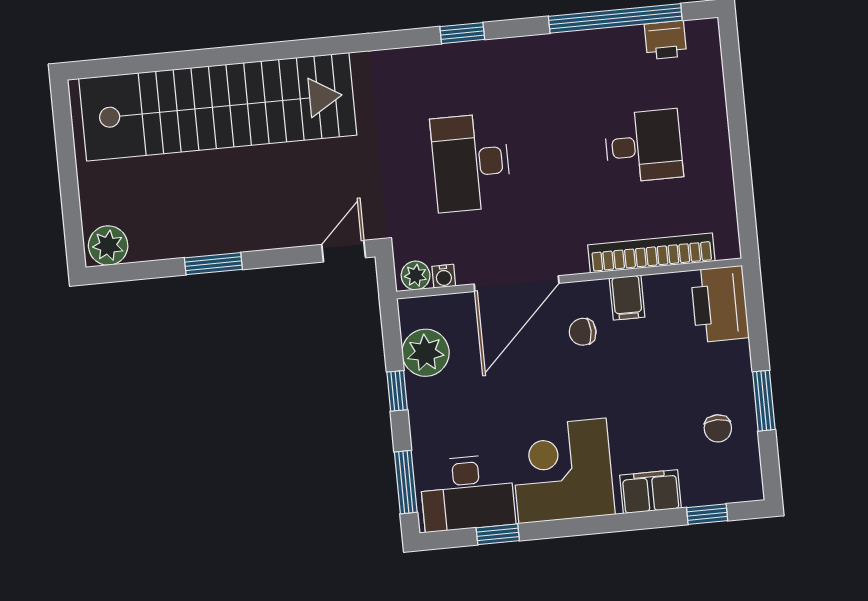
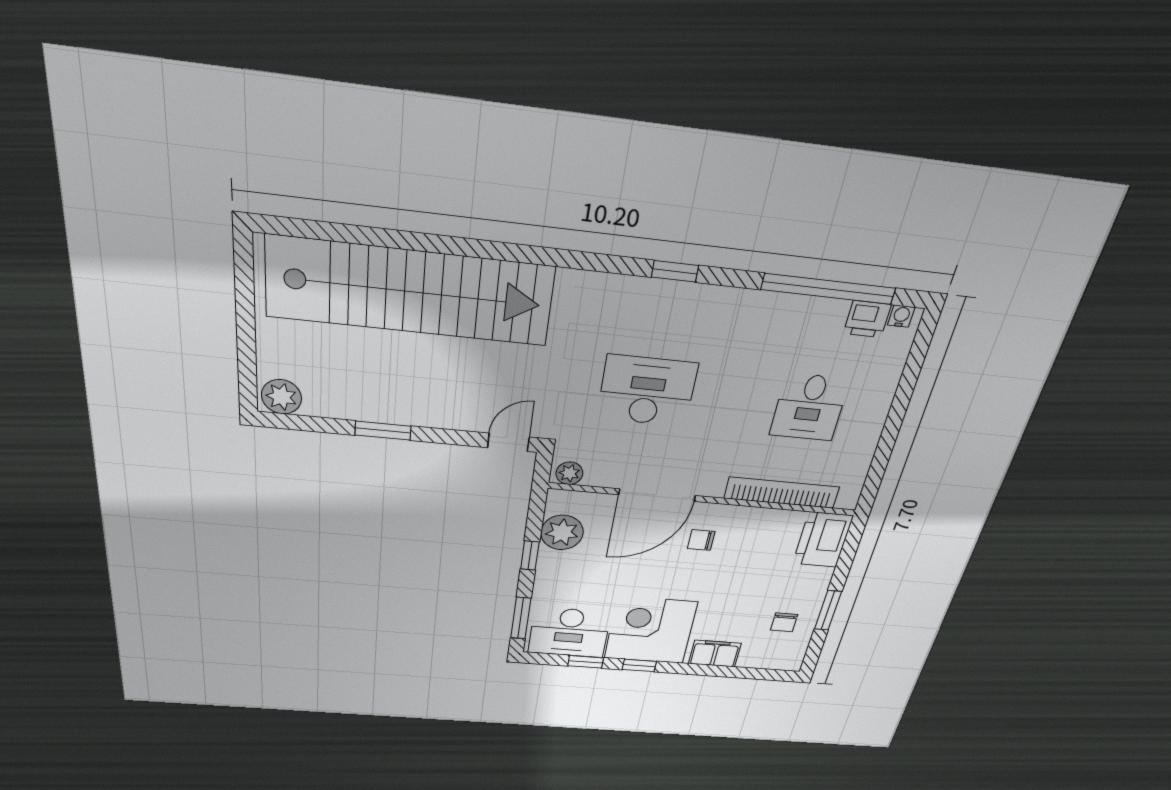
desk: (644, 146) -> (809, 407), turned 90
desk: (471, 163) -> (647, 391), turned 90
water cooler: (444, 276) -> (901, 316), moved, turned 180
filing cabinet: (627, 298) -> (748, 522), removed
window: (707, 514) -> (639, 666), moved

